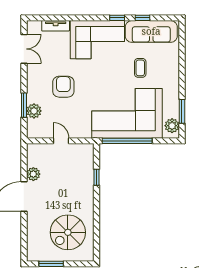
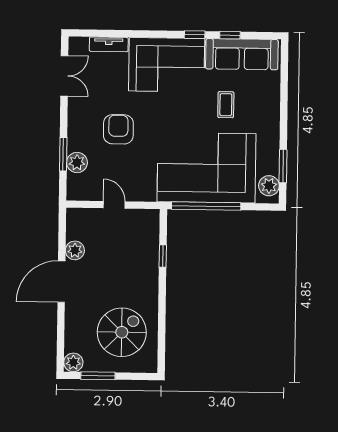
spiral stairs: (68, 232) -> (122, 332), turned 180
plant: (33, 254) -> (73, 362), added

